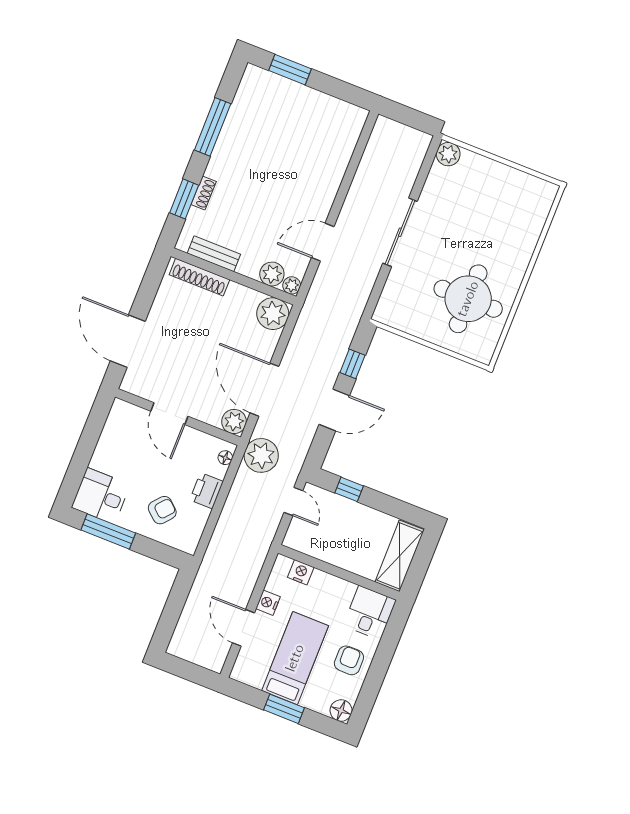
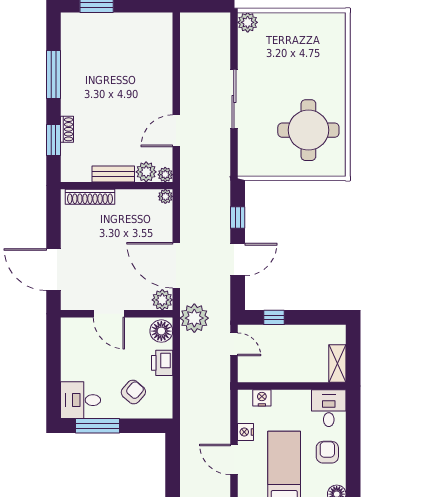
bench: (214, 254) -> (113, 174), moved
plant: (273, 314) -> (165, 196), width x0.53, depth x0.53
floor lamp: (225, 458) -> (161, 331), width x1.89, depth x1.89
shelving: (400, 556) -> (337, 363), width x0.67, depth x0.75

